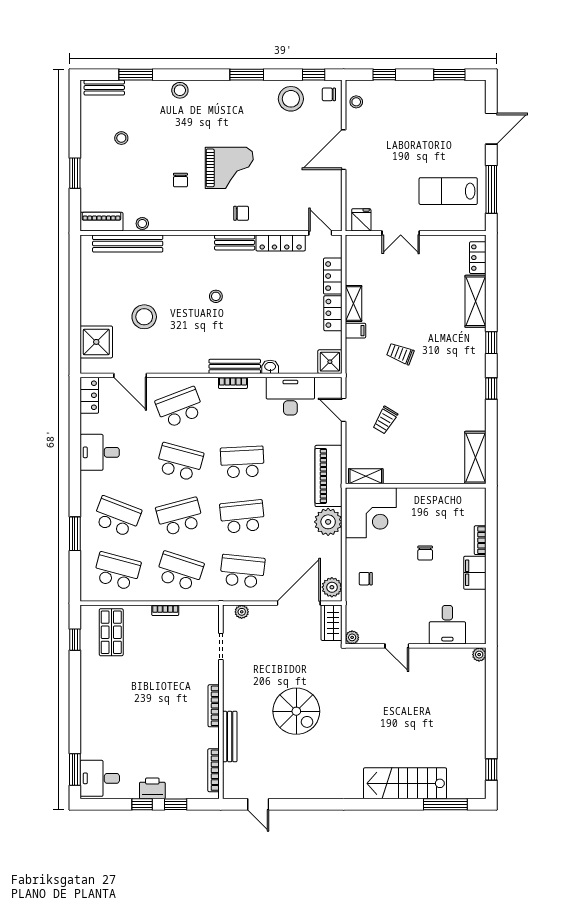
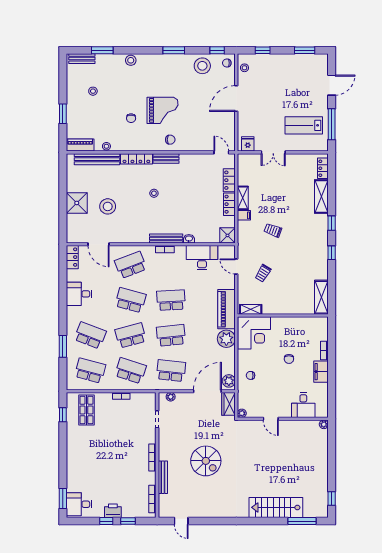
locker: (281, 243) -> (136, 159), moved
shower: (96, 342) -> (77, 203), moved

